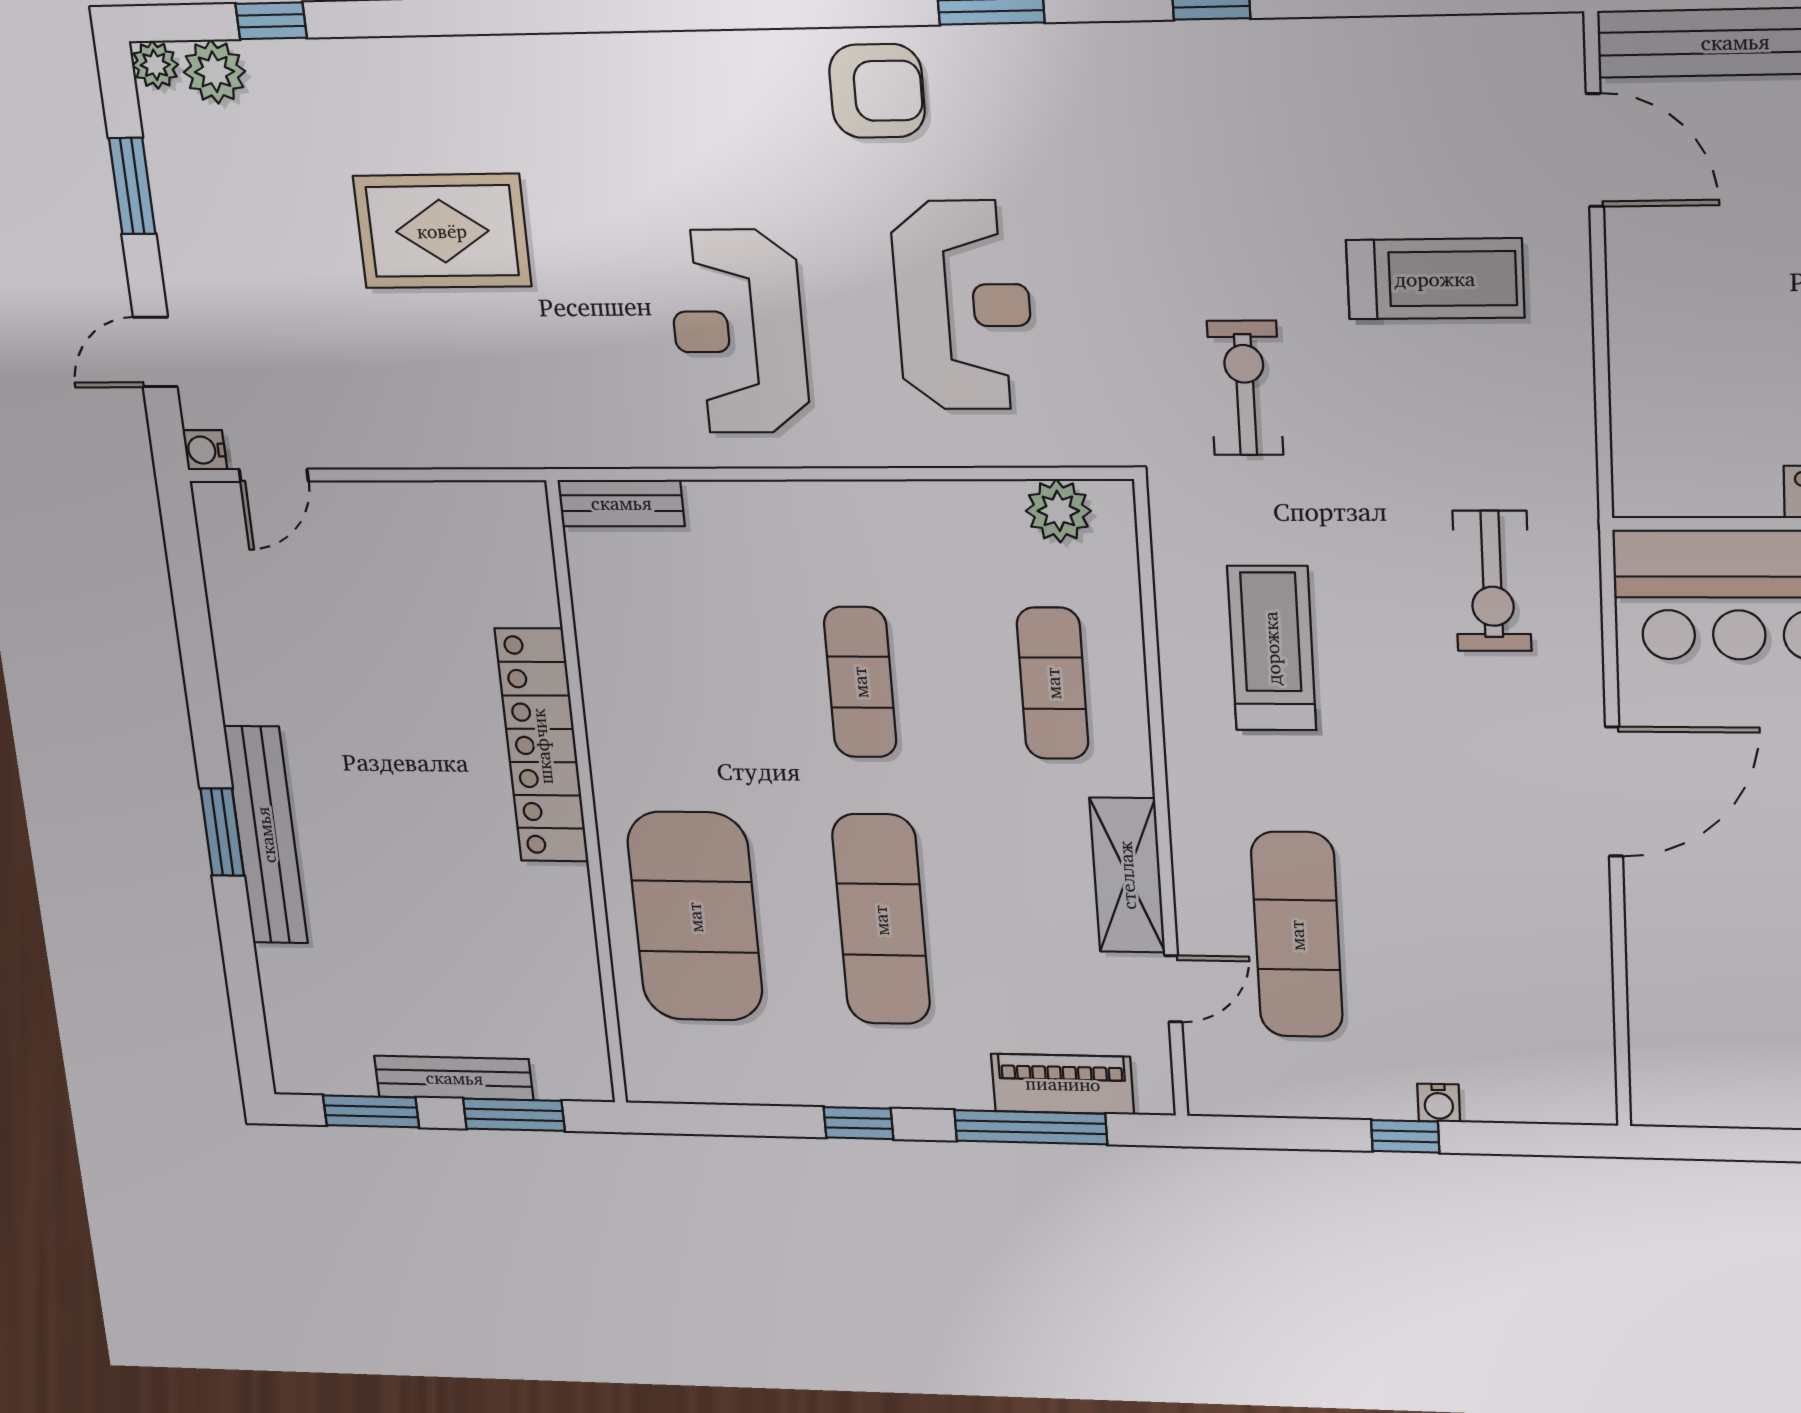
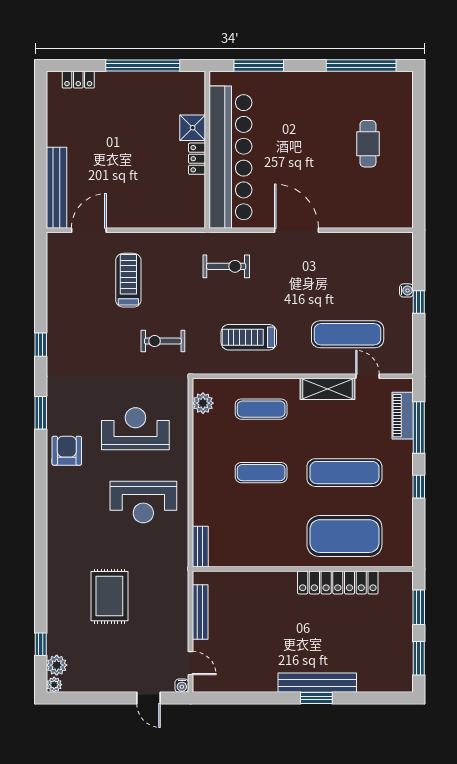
window: (132, 186) -> (93, 698), removed
locker: (542, 746) -> (338, 582), moved
bench: (454, 1078) -> (200, 612), moved

